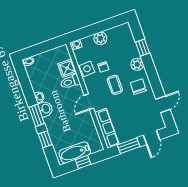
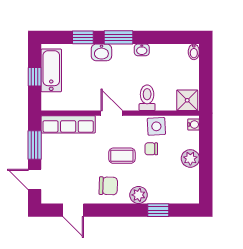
shower: (67, 68) -> (187, 100), moved
washbasin: (46, 109) -> (101, 52), moved

